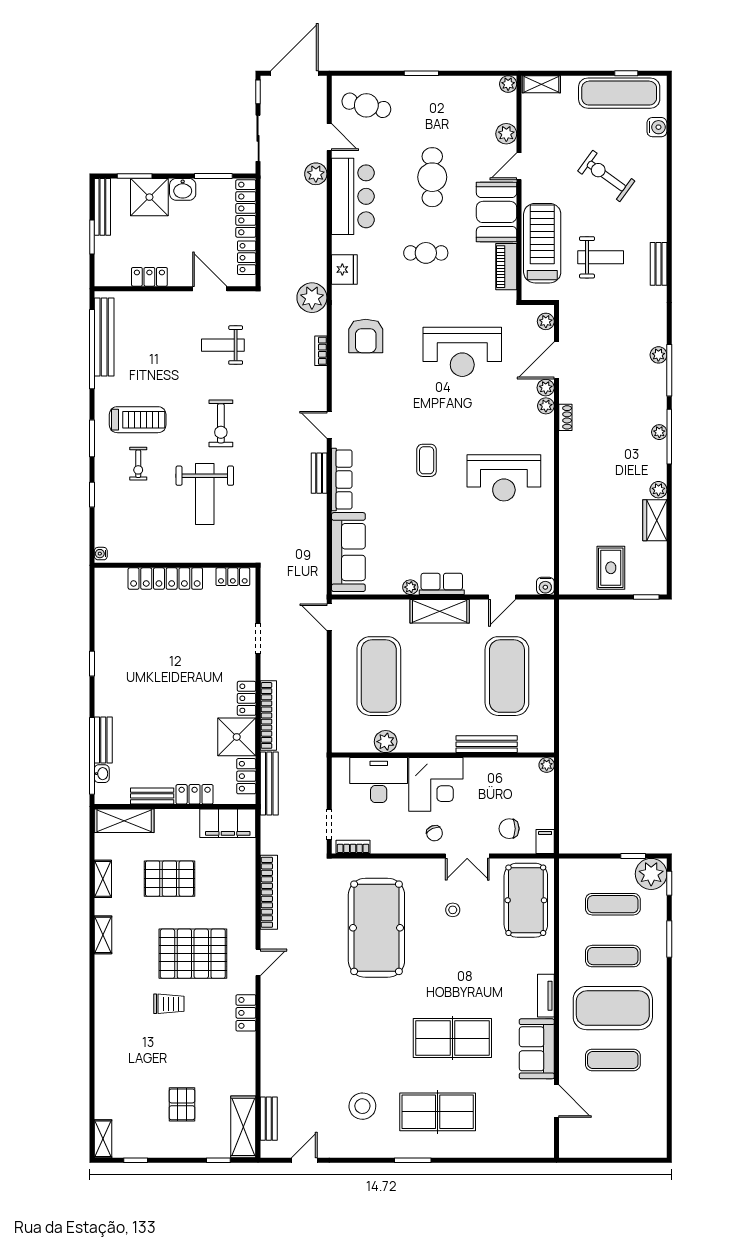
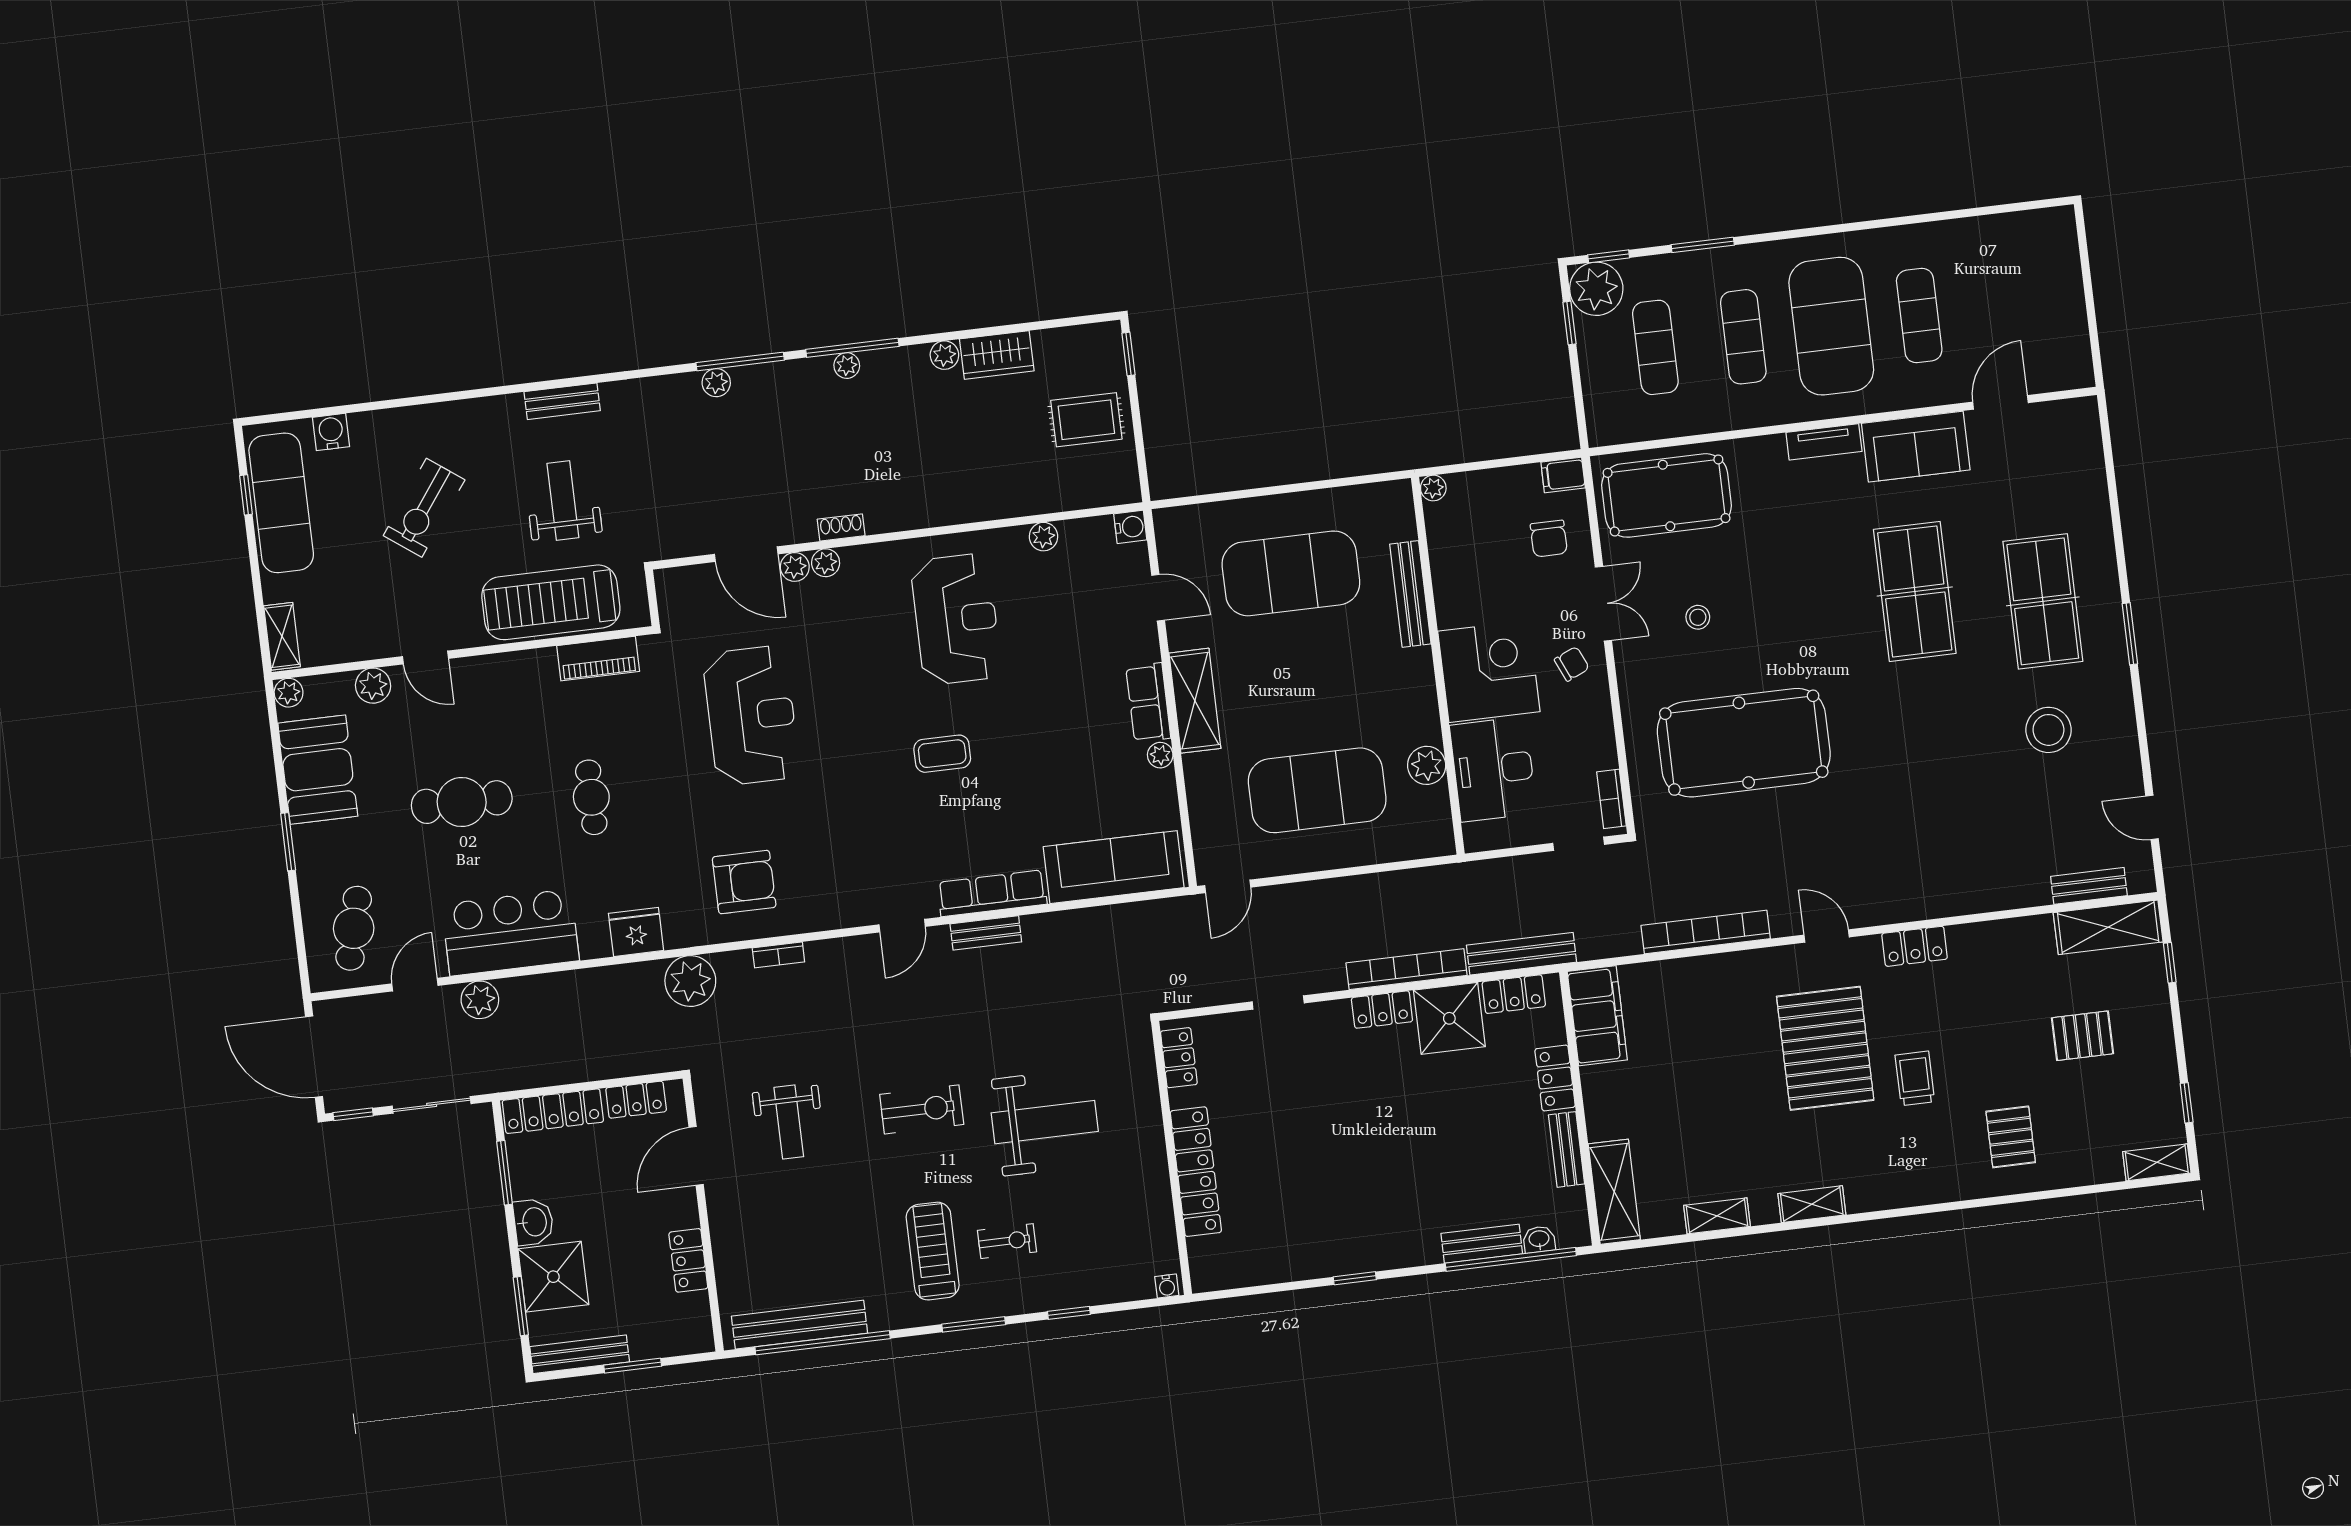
booth: (497, 212) -> (318, 770), moved, turned 90
plant: (546, 321) -> (1044, 537), moved
pallet: (169, 879) -> (2011, 1137), moved, width x0.67, depth x0.71

